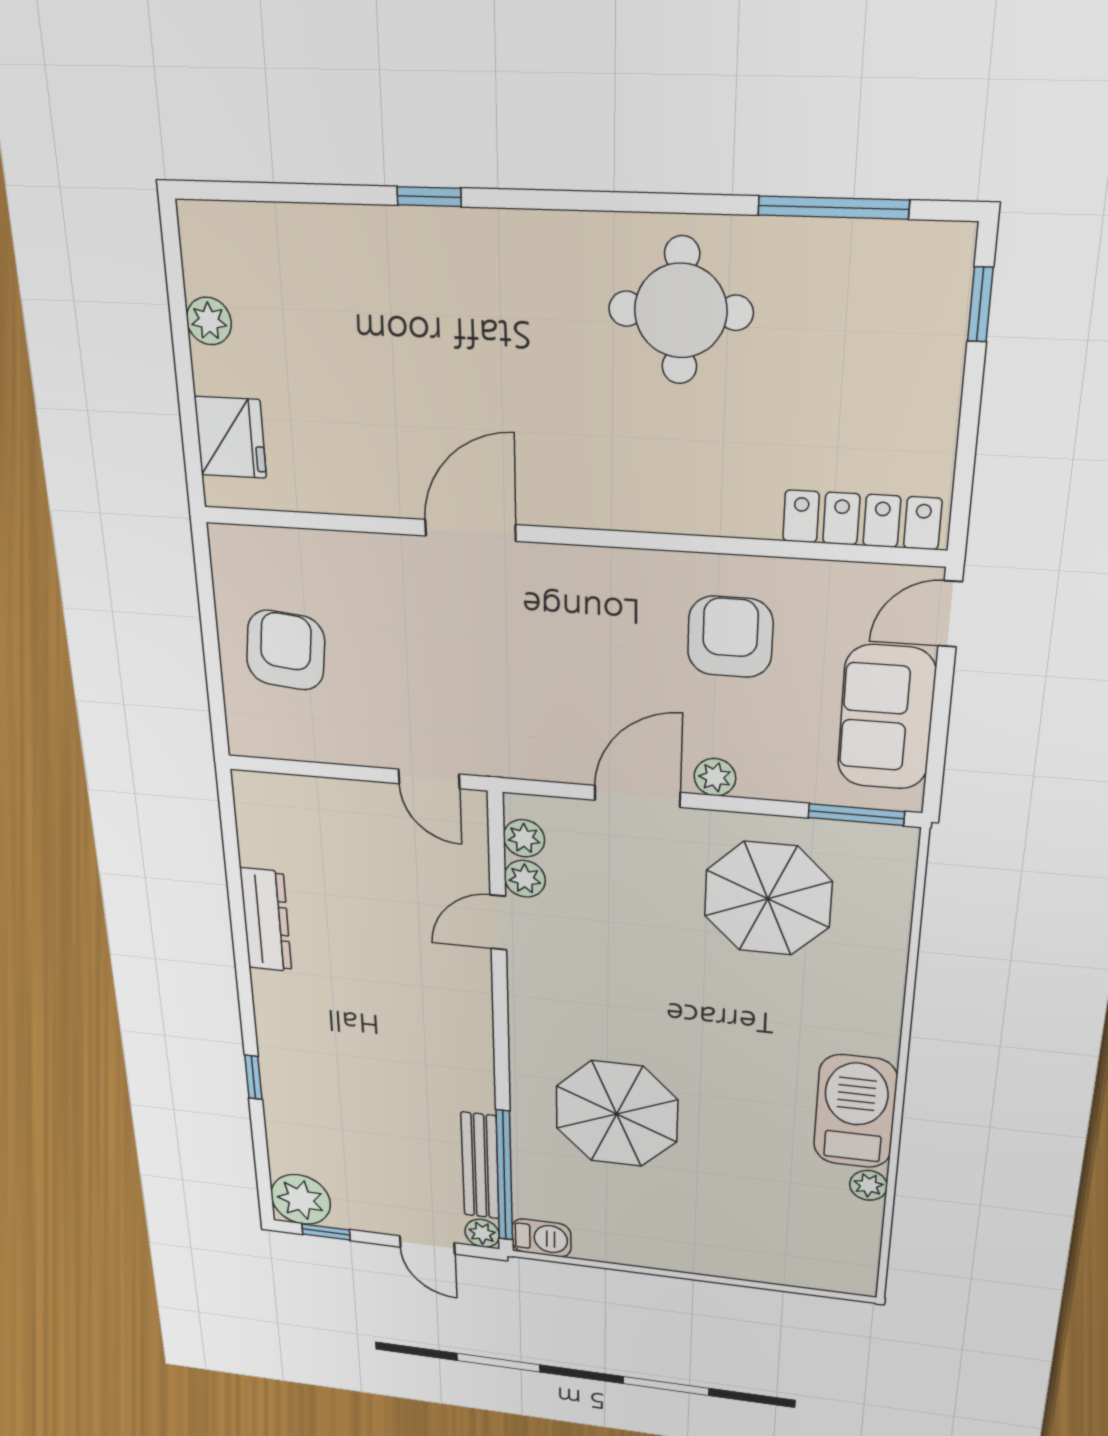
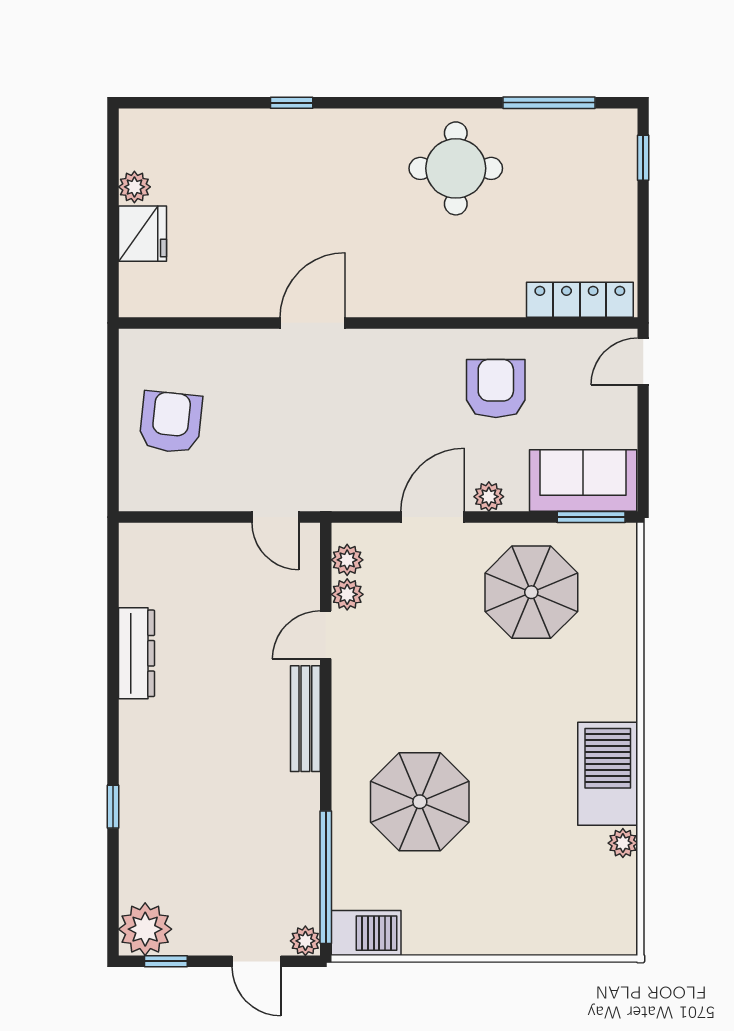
fridge: (230, 437) -> (143, 234), moved
sofa: (886, 718) -> (583, 481), moved, turned 90
bench: (480, 1166) -> (305, 719), moved
barbecue: (541, 1238) -> (366, 933), width x1.38, depth x1.27

